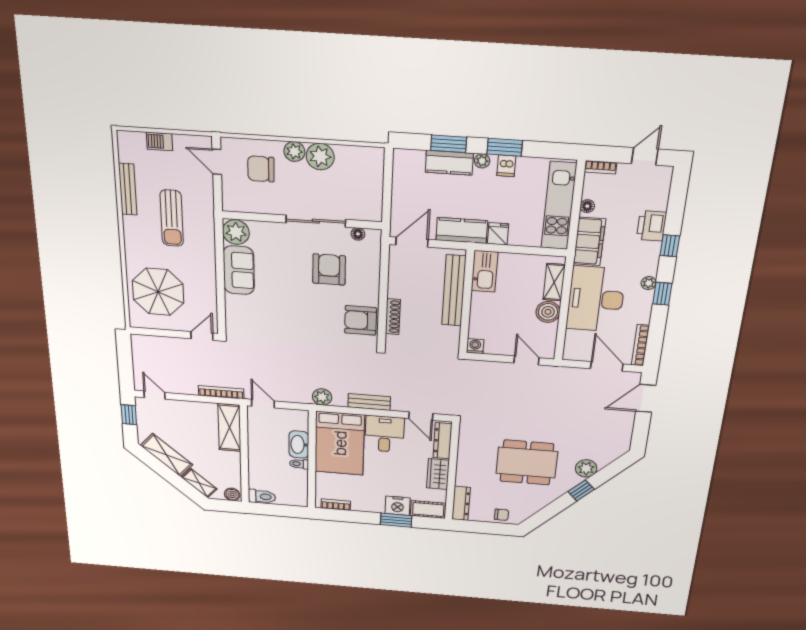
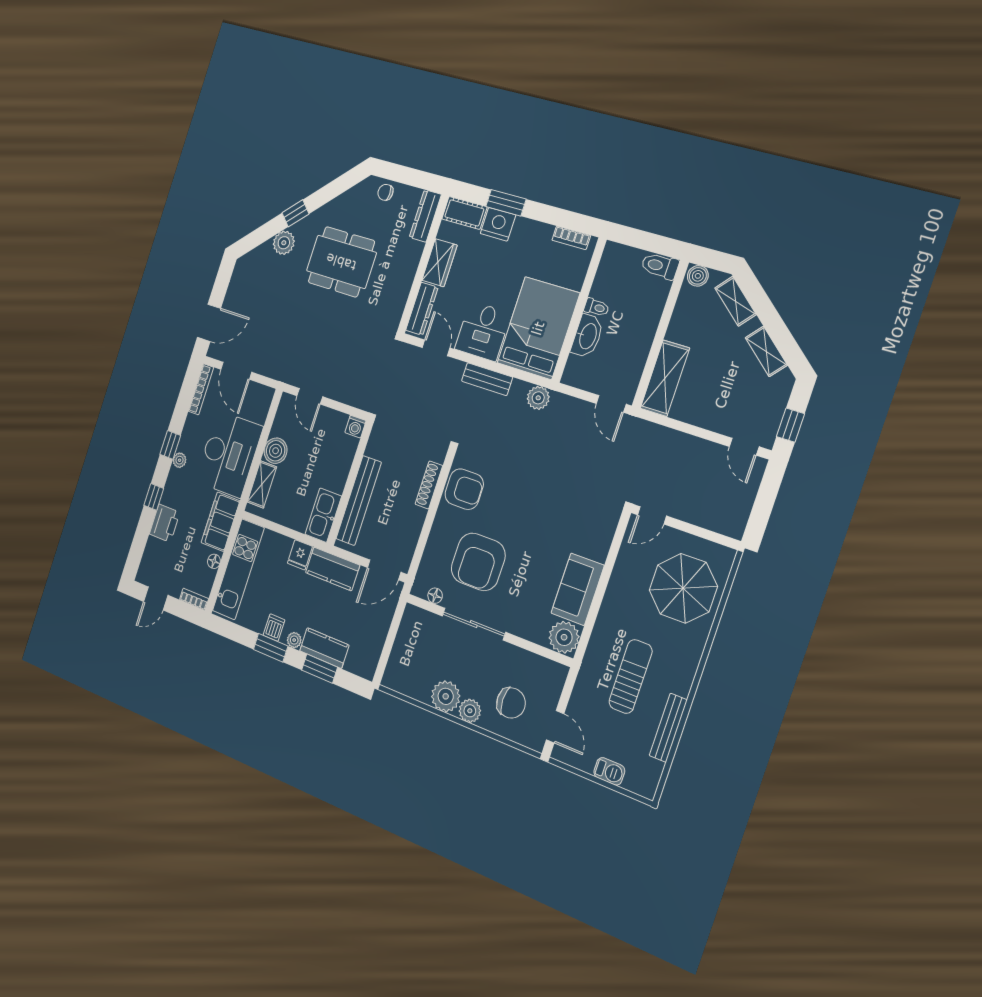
armchair: (329, 269) -> (478, 562), width x1.36, depth x1.36
bookcase: (221, 392) -> (657, 432), removed
shelving: (167, 455) -> (766, 351), width x0.67, depth x0.75

